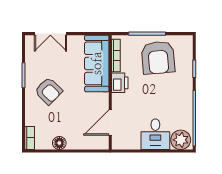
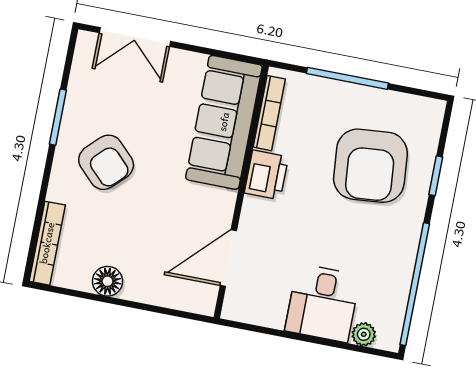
armchair: (158, 58) -> (370, 166), moved
bookcase: (30, 138) -> (47, 243), width x1.56
plant: (181, 140) -> (364, 334), width x0.53, depth x0.53

